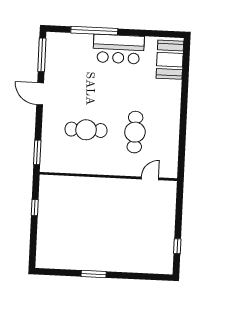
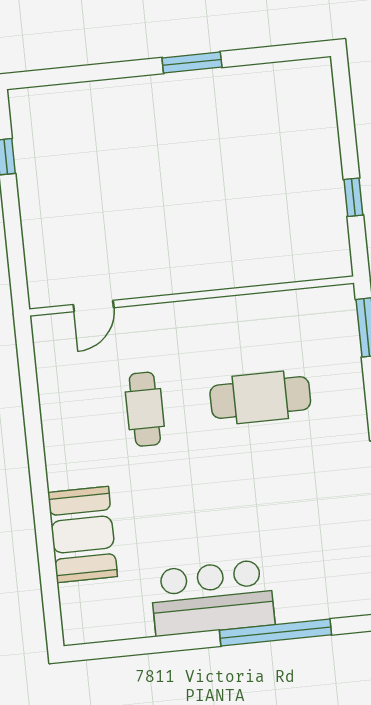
booth: (170, 60) -> (83, 534), moved
cafe table: (135, 132) -> (145, 409), width x0.73, depth x0.74

